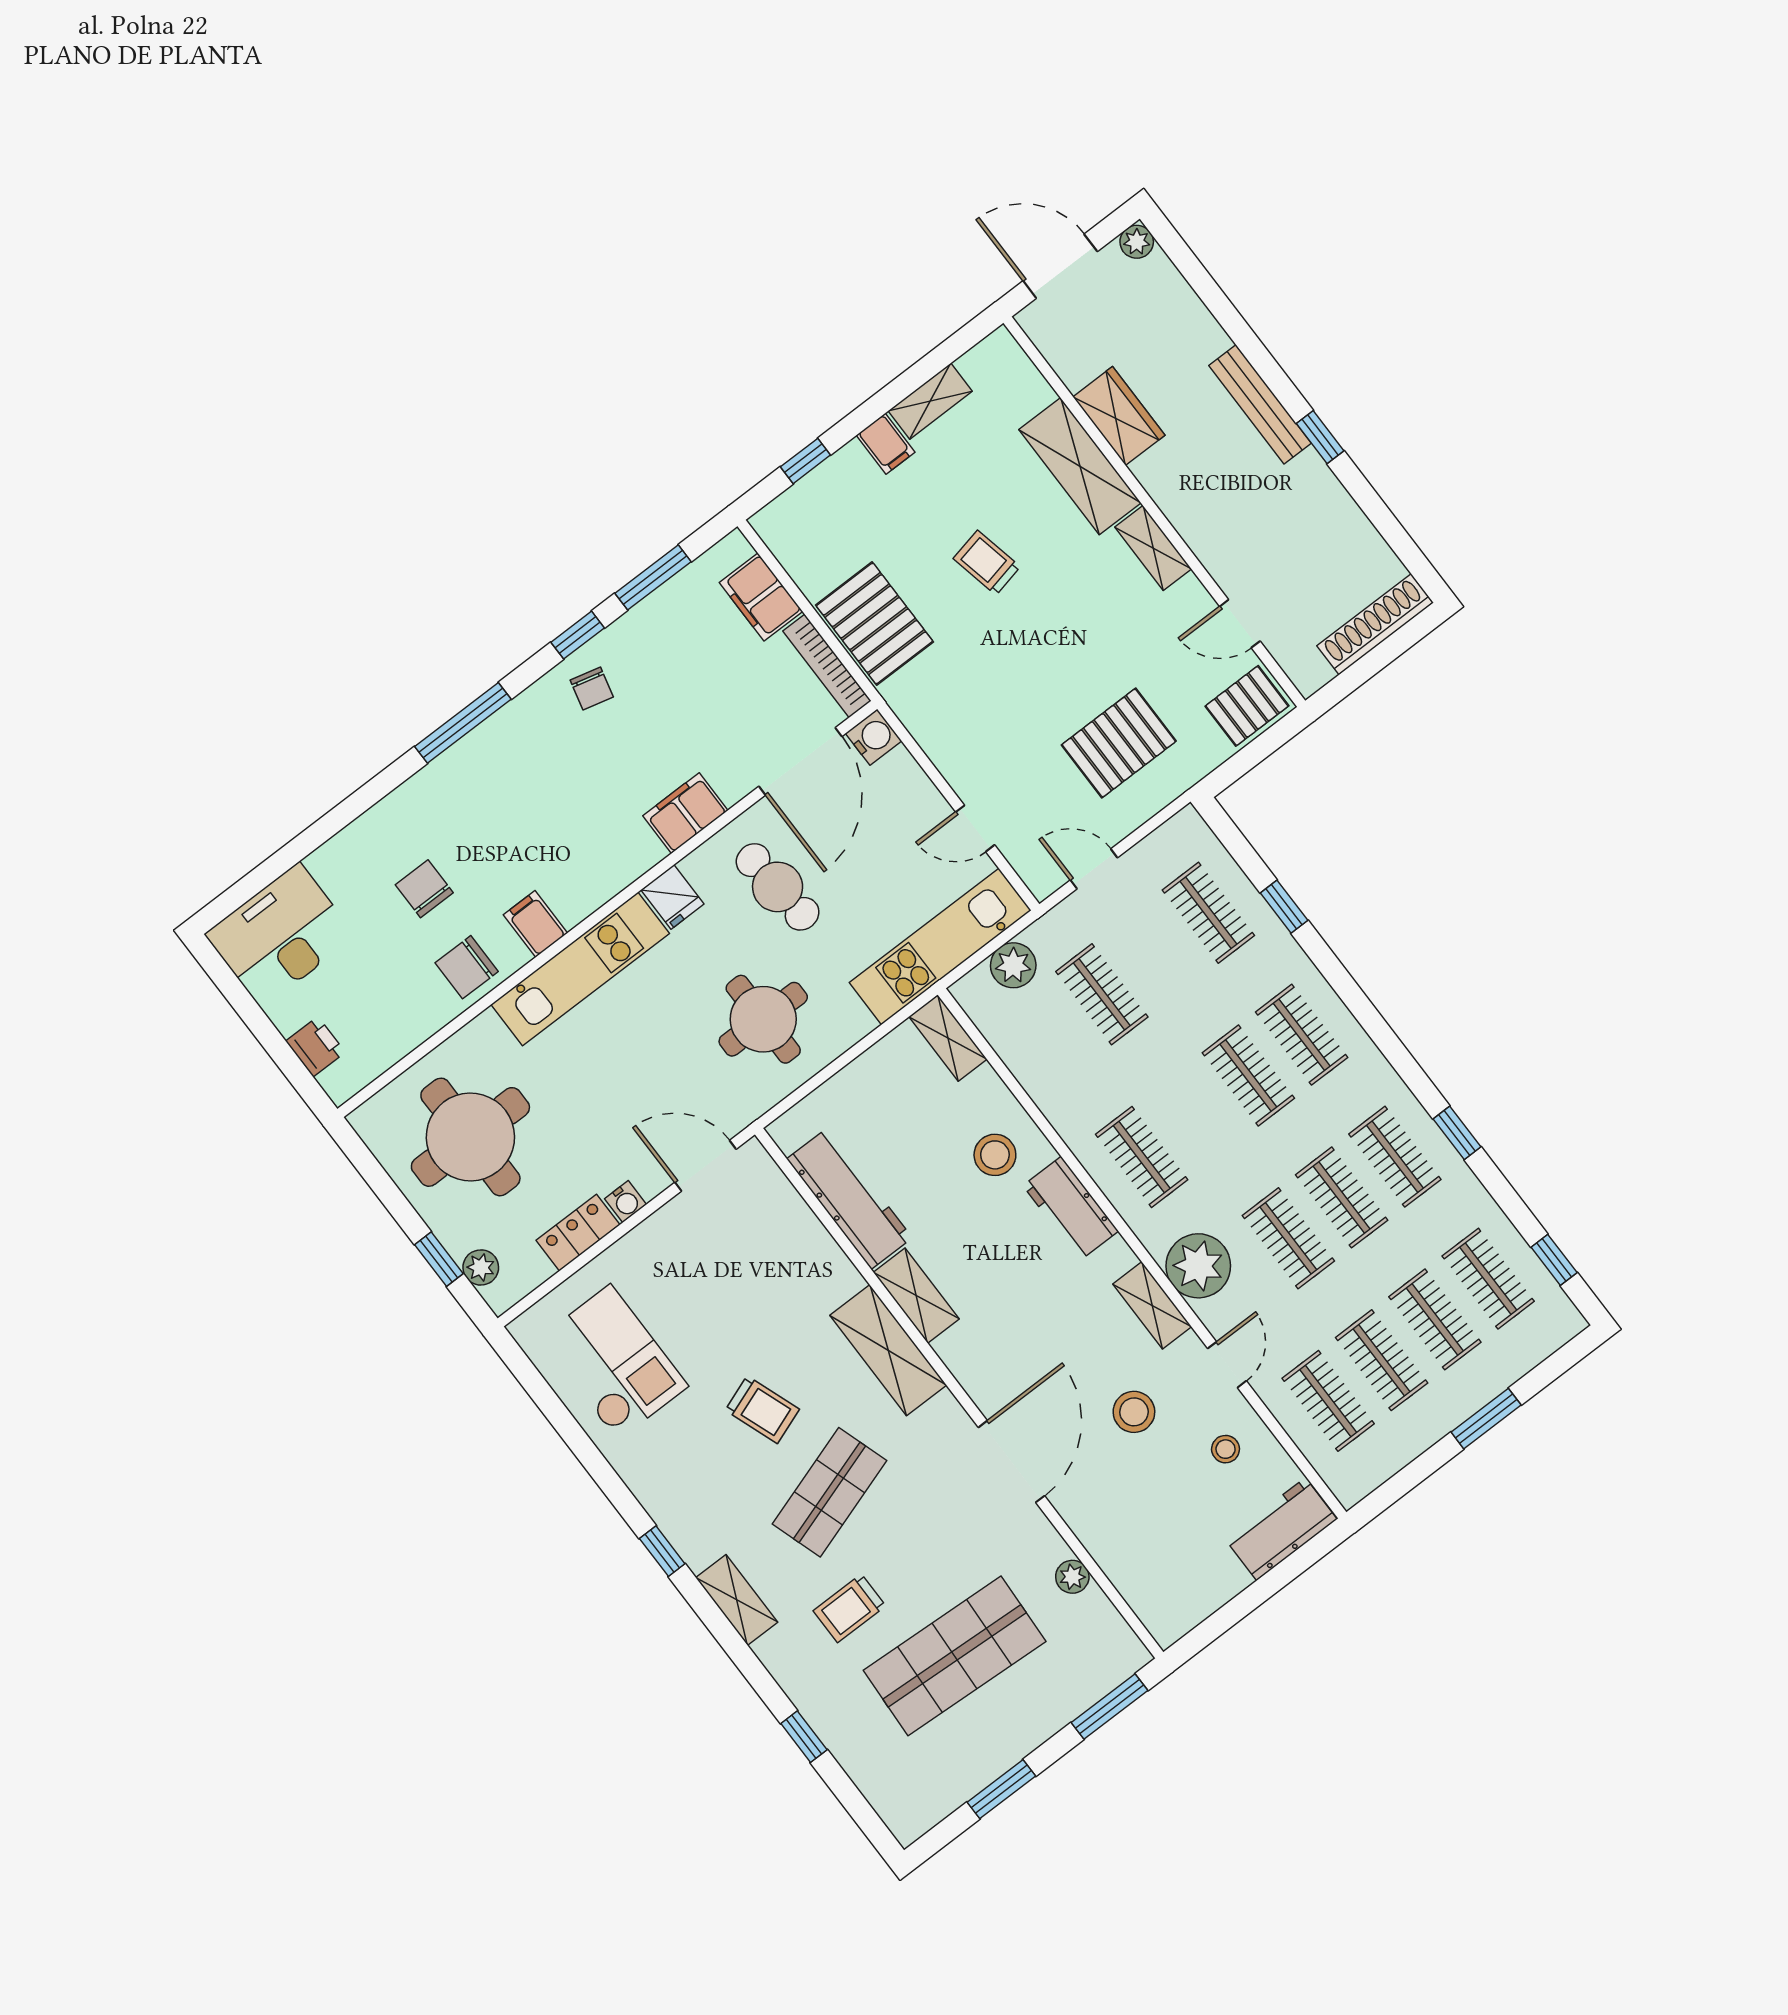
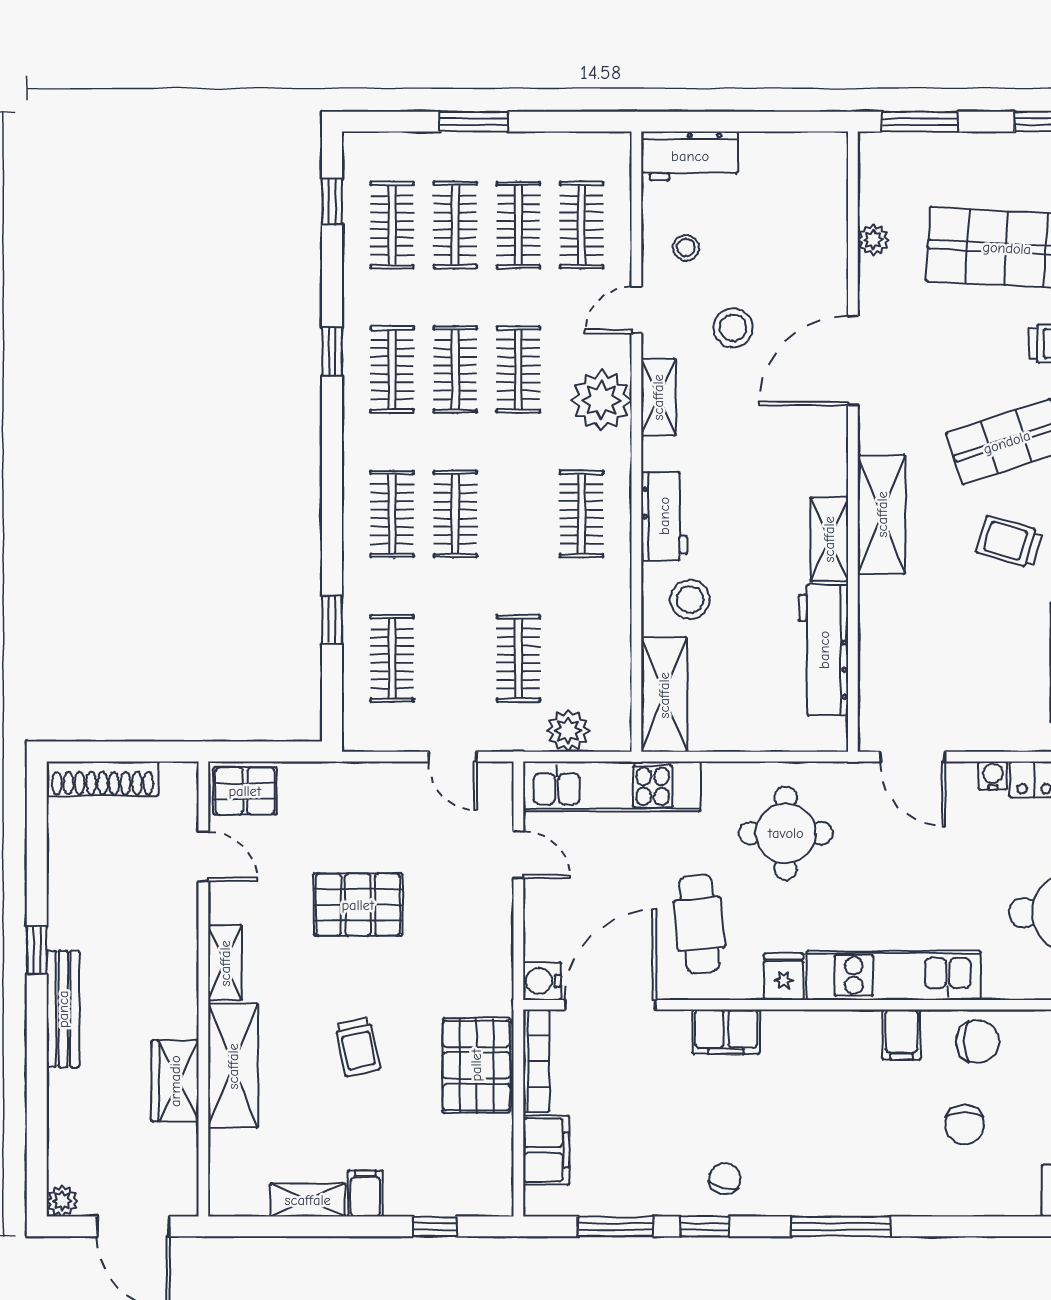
pallet: (1119, 743) -> (358, 905), moved
shelving: (948, 1038) -> (664, 695), width x1.50, depth x1.33
trolley: (762, 1410) -> (1010, 542), turned -54

